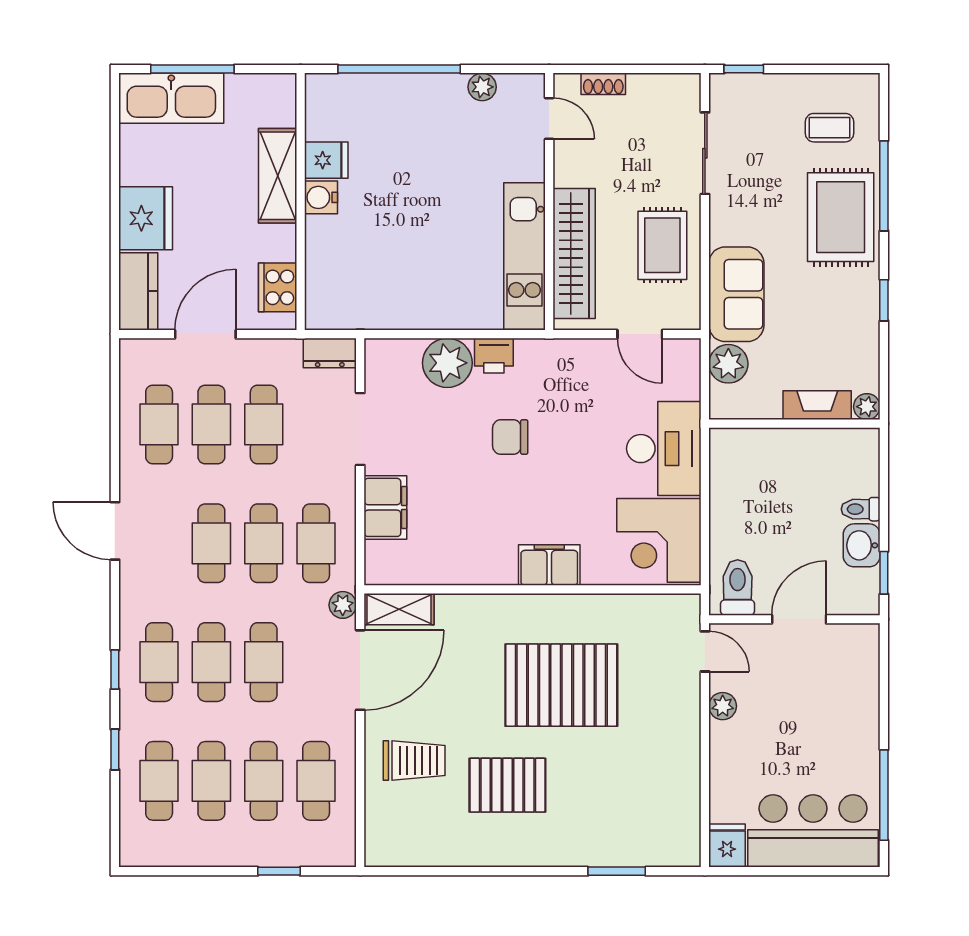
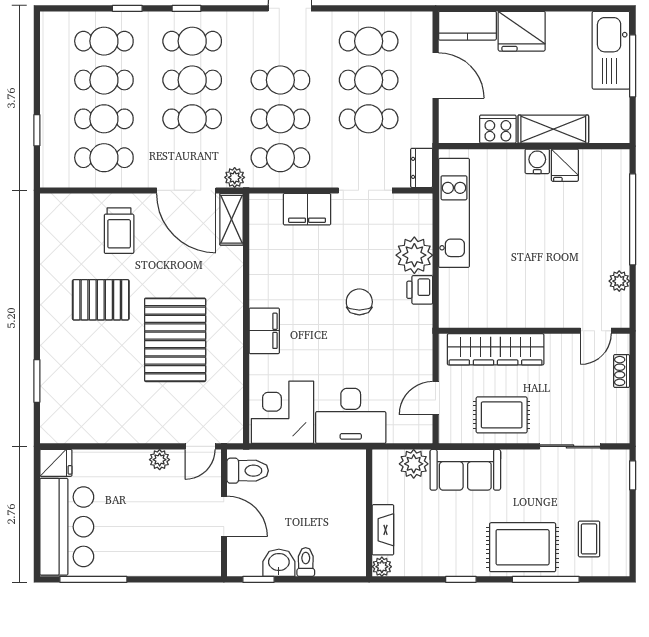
kitchen unit: (524, 256) -> (454, 213), moved, turned 90
cooker: (278, 287) -> (498, 129), moved
pallet: (507, 785) -> (101, 300), turned 90

